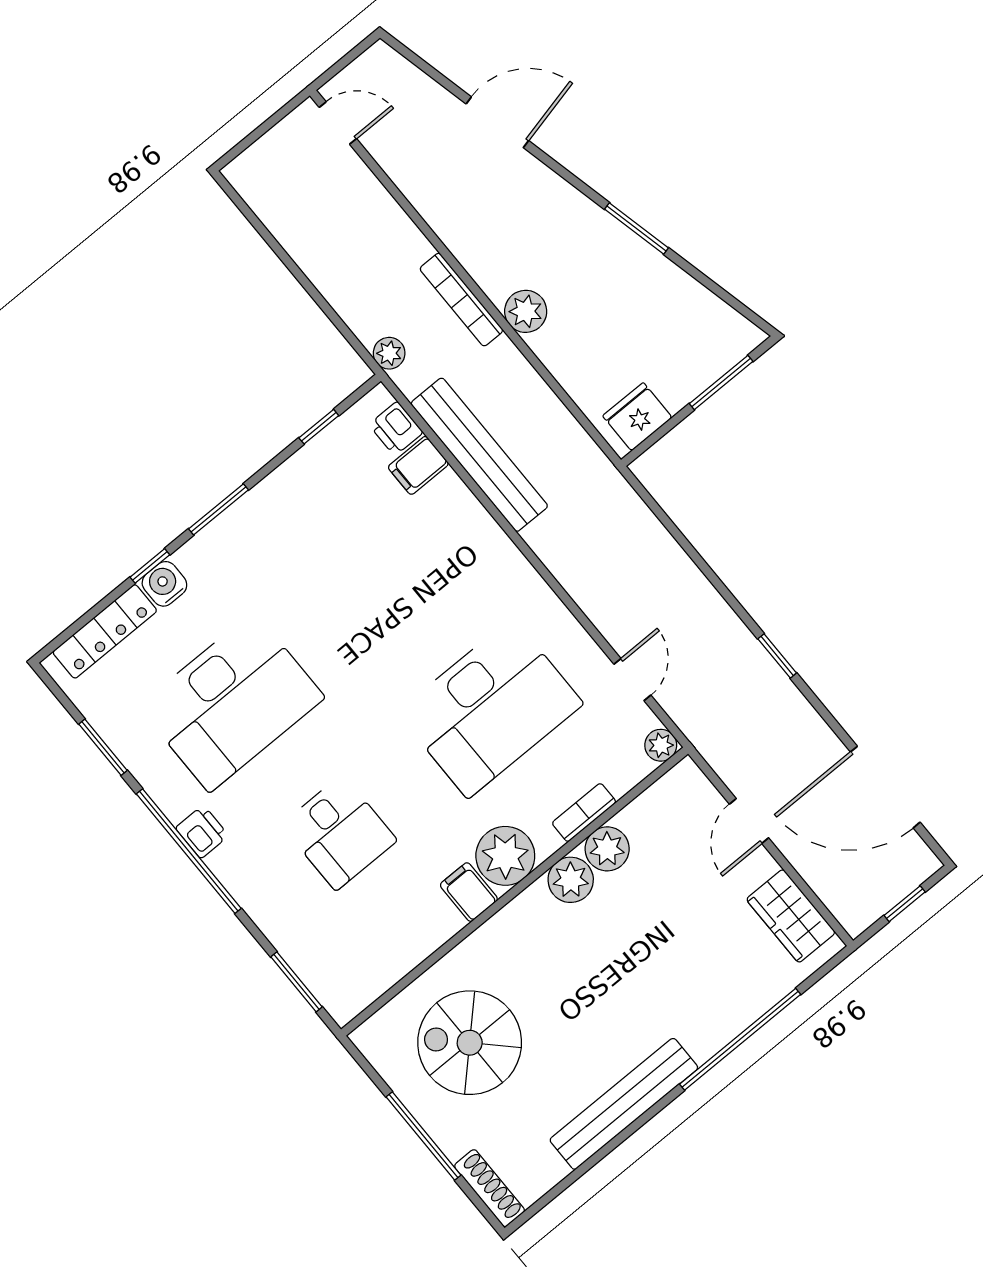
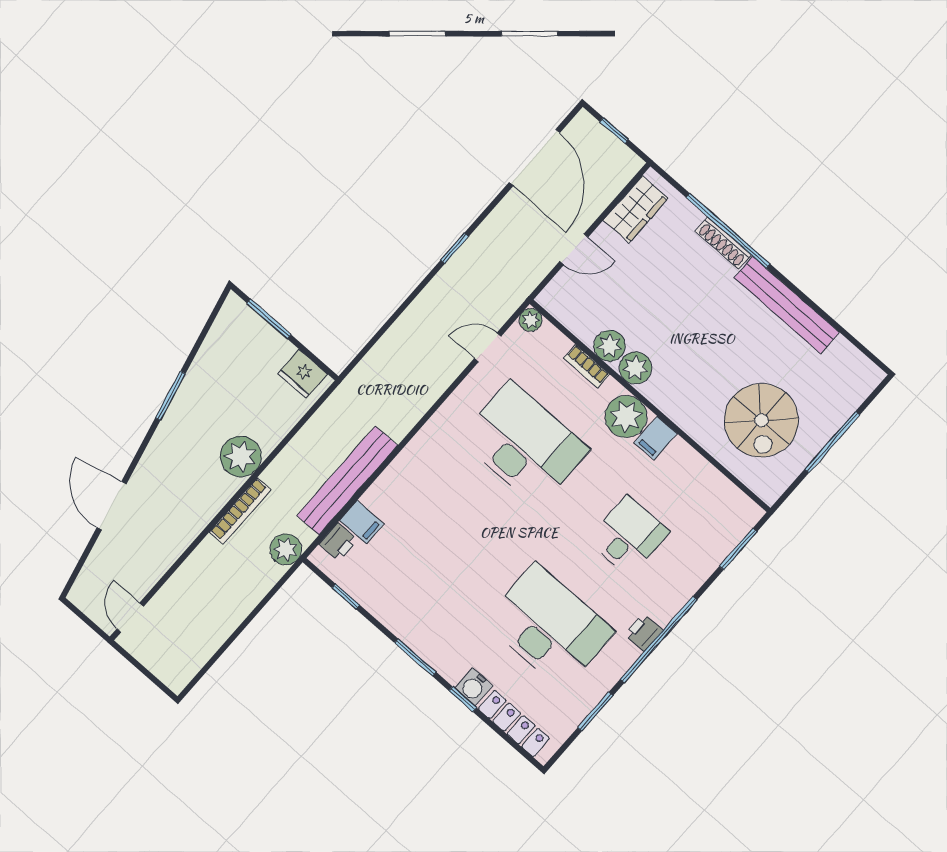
plant: (526, 311) -> (241, 457), width x1.36, depth x1.36
plant: (389, 353) -> (286, 549), width x1.38, depth x1.38
shoe rack: (490, 1188) -> (723, 243), moved, turned -90

